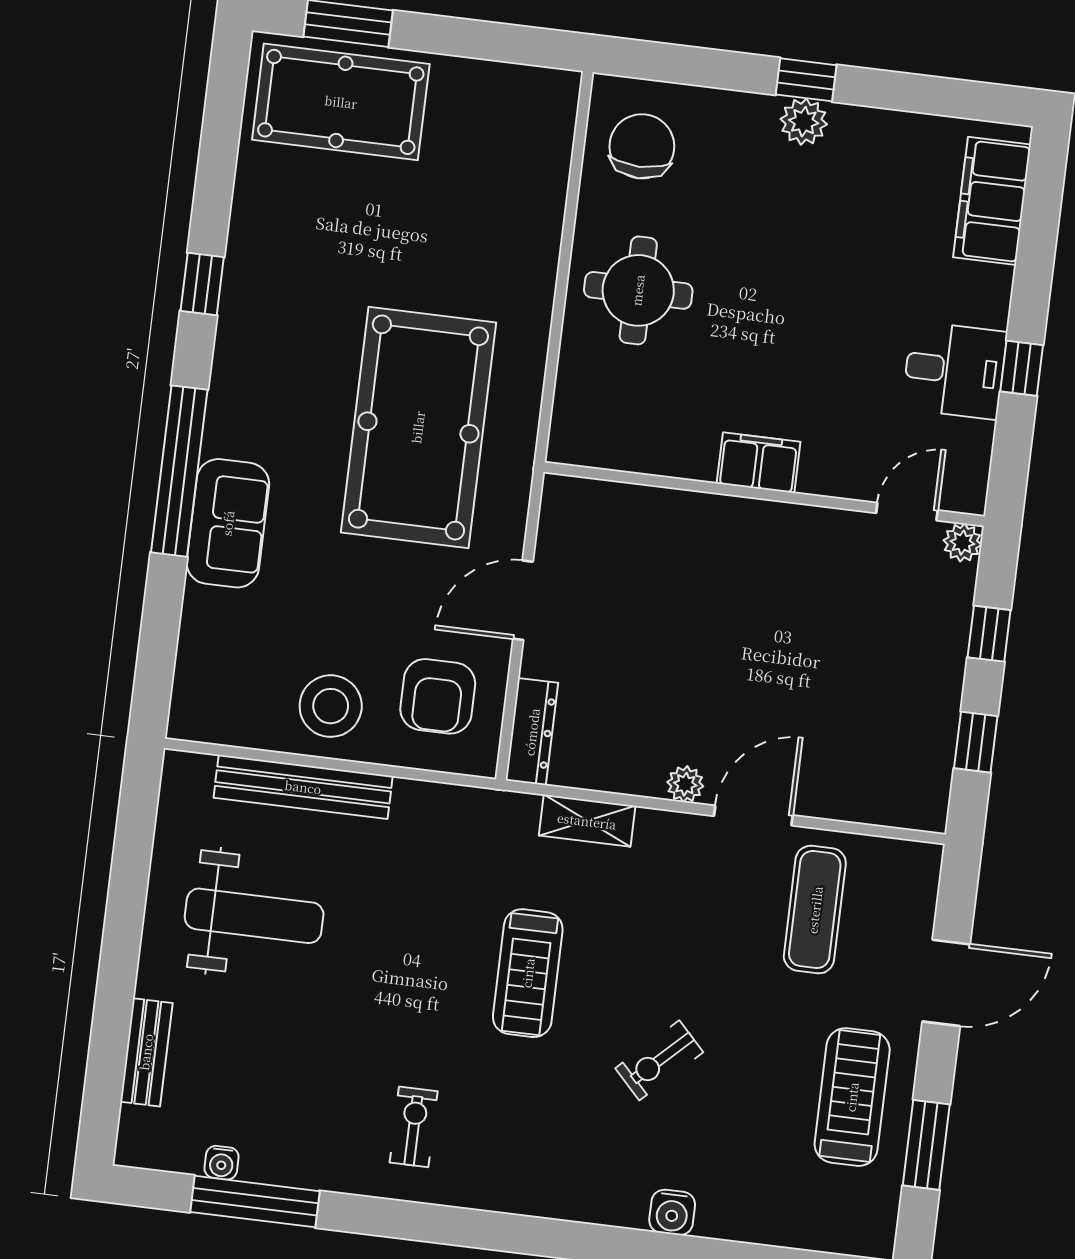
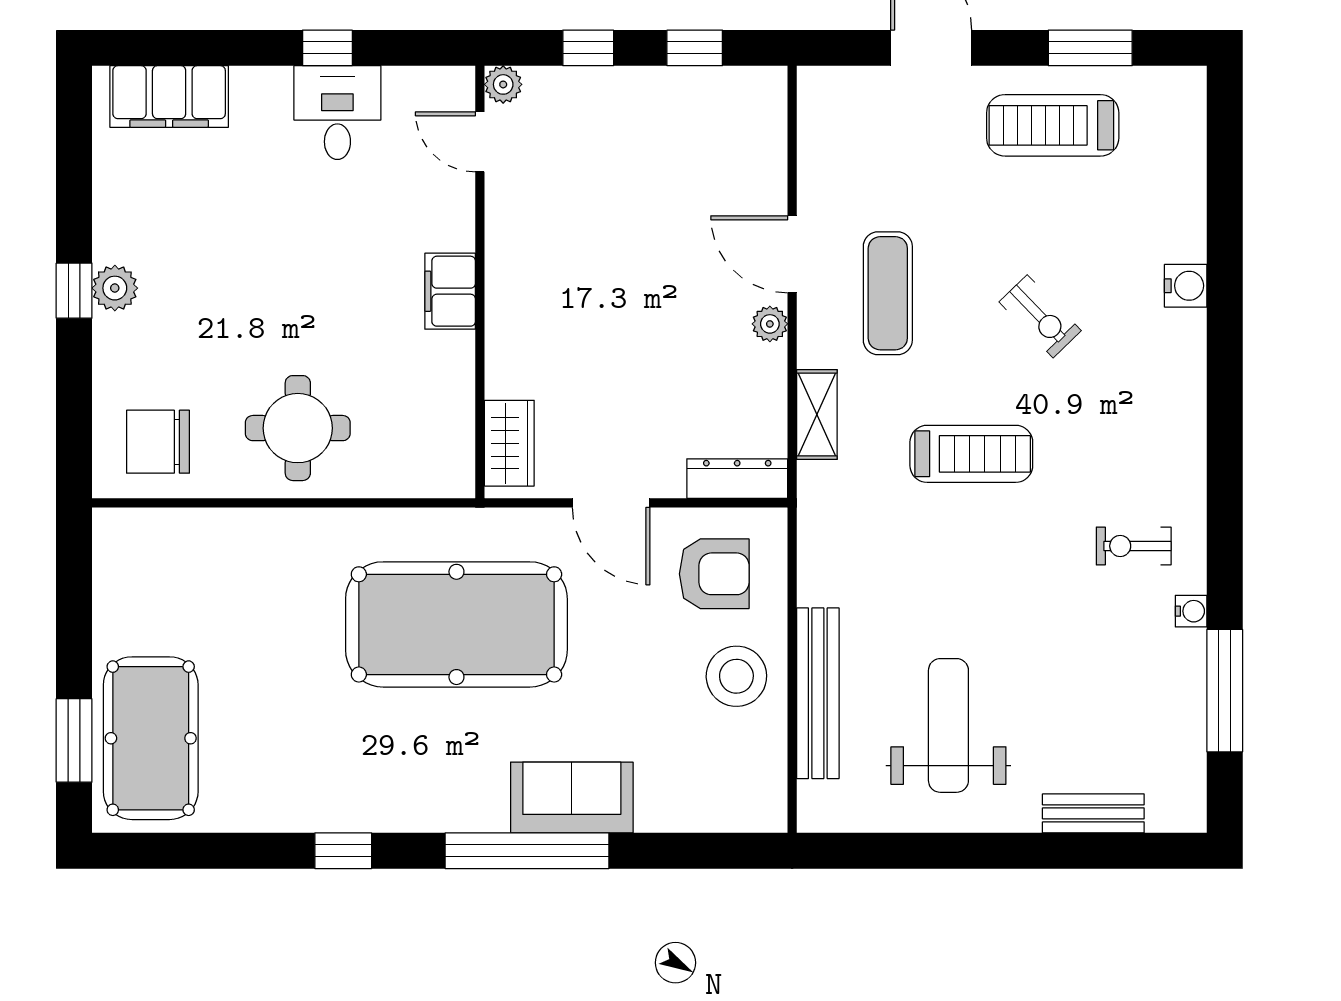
wardrobe: (596, 504) -> (509, 443), added
exercise mat: (815, 910) -> (888, 293), moved, turned 90
water cooler: (222, 1163) -> (1191, 611), moved

